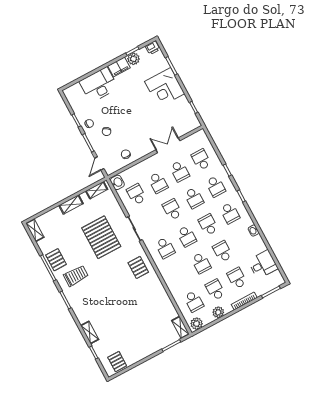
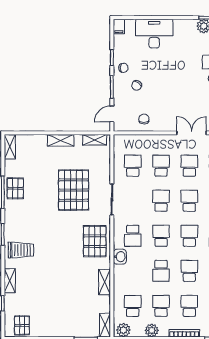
filing cabinet: (119, 67) -> (119, 26), moved, width x0.50
school desk: (180, 171) -> (189, 166), turned 180
washbasin: (117, 182) -> (120, 257), moved
school desk: (158, 183) -> (161, 166), turned 180
school desk: (194, 198) -> (189, 201), turned 180
school desk: (187, 236) -> (161, 236), turned 180
pallet: (138, 267) -> (95, 241), width x1.50, depth x1.42
trolley: (76, 276) -> (21, 250), moved
shelving: (162, 295) -> (105, 282), added
school desk: (194, 301) -> (133, 306), turned 180

